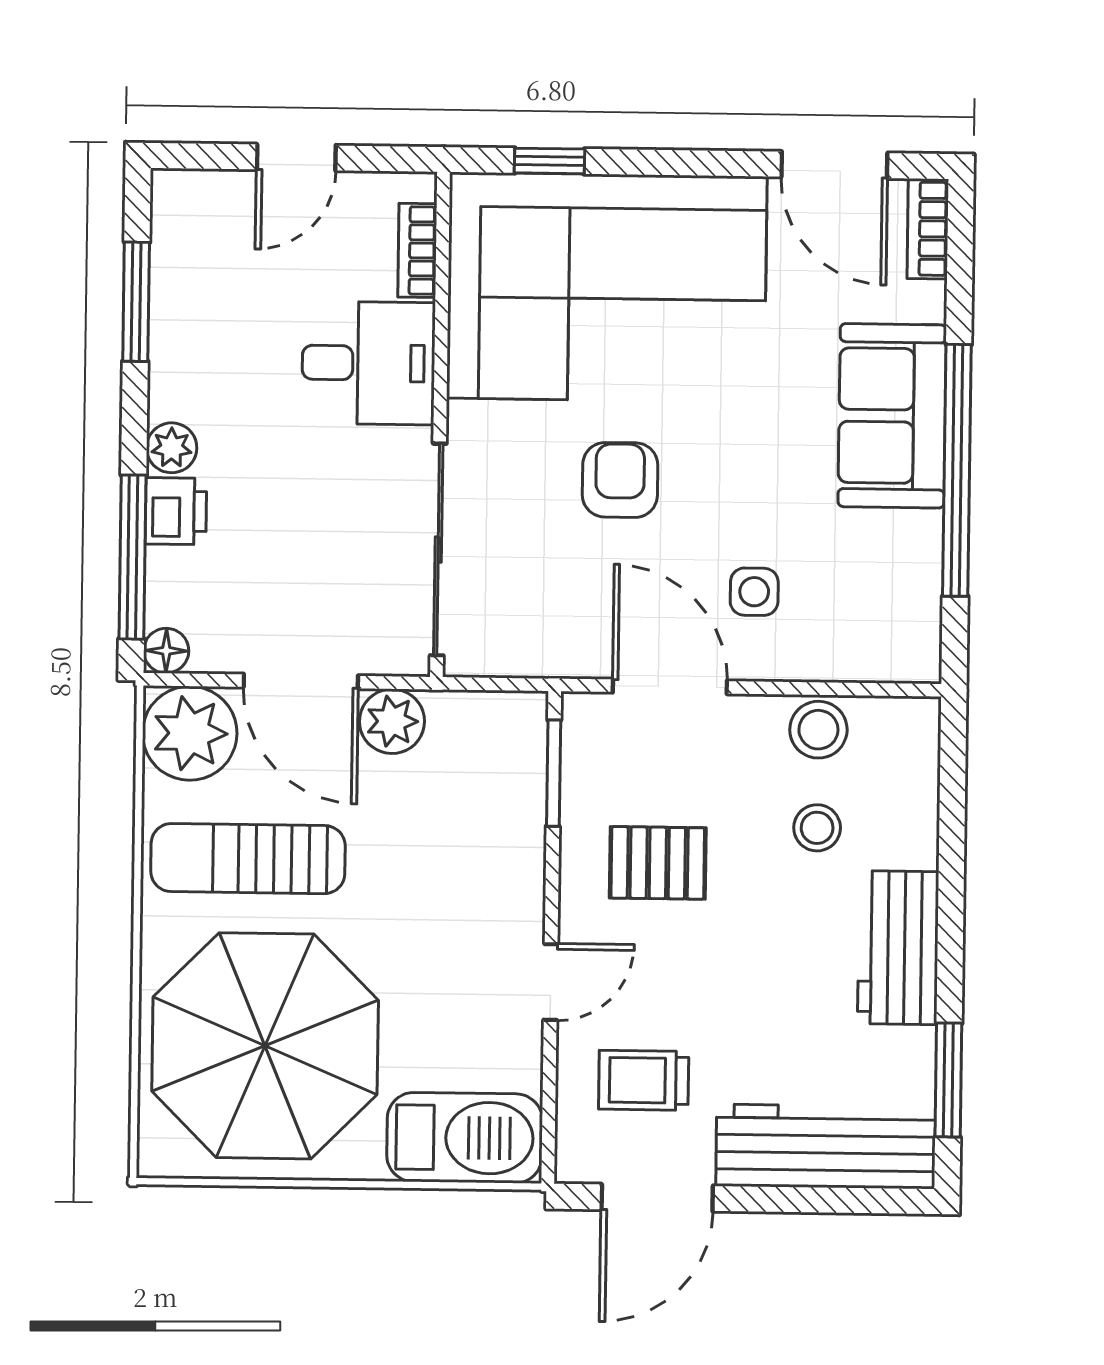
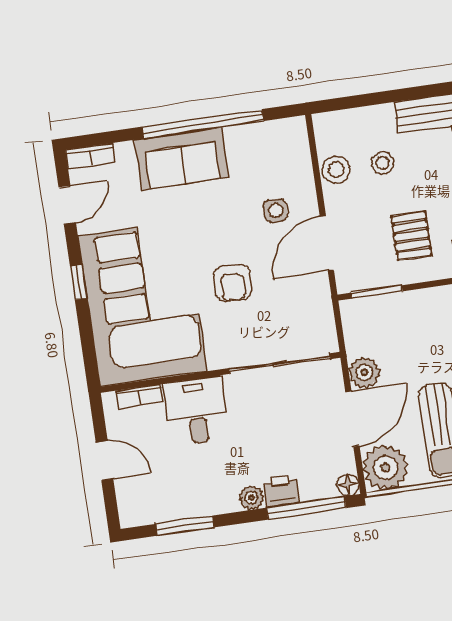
window: (550, 161) -> (78, 282), moved
door: (834, 165) -> (67, 205), width x0.73
armchair: (620, 480) -> (233, 283), turned -87

